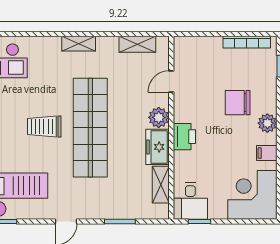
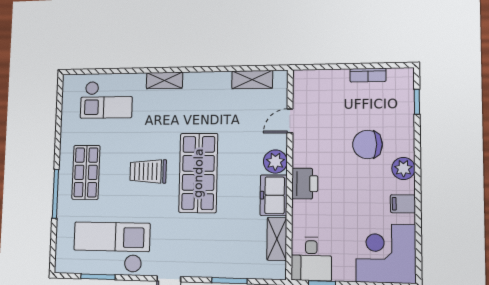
bookcase: (247, 42) -> (368, 75), width x0.64
shelving: (79, 44) -> (164, 80), moved
shop shelf: (90, 128) -> (198, 173), width x0.71

